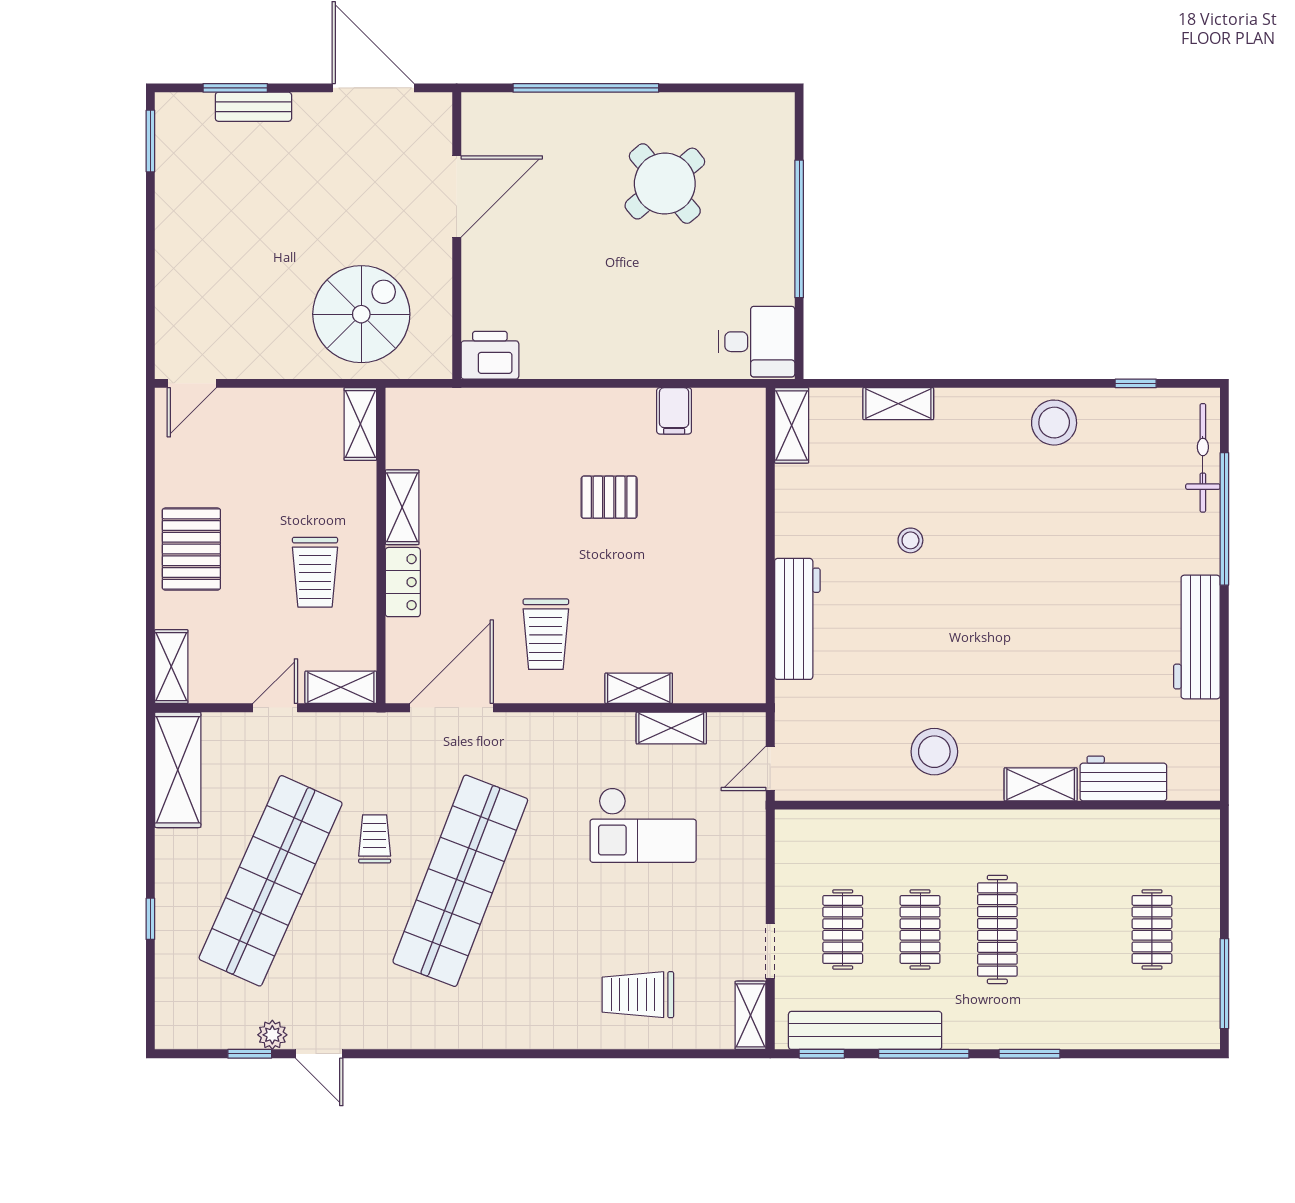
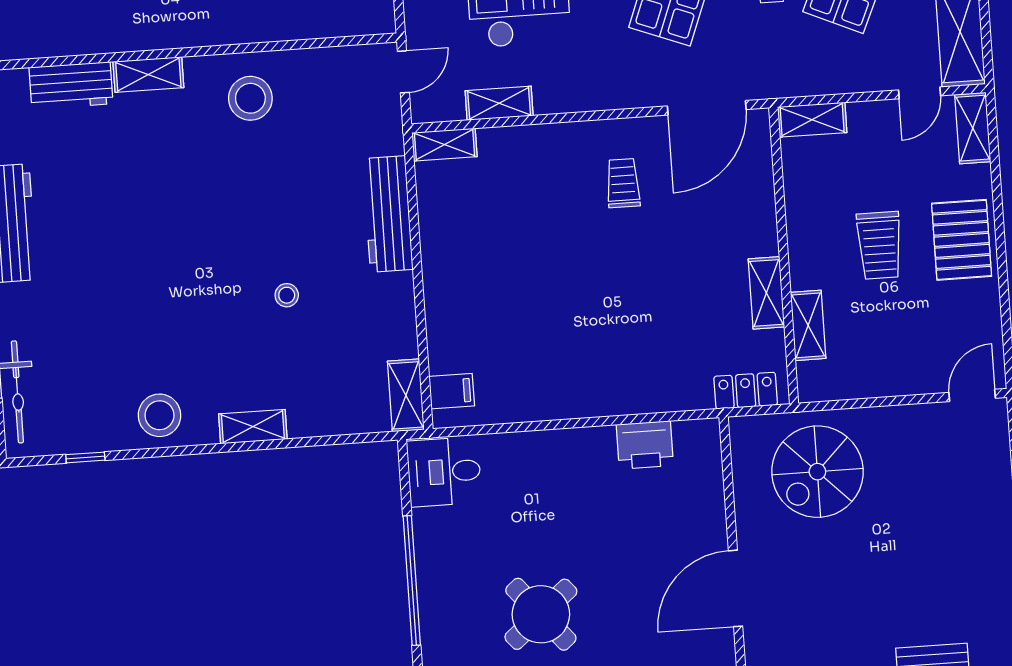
printer: (490, 355) -> (645, 445), moved
shelving: (898, 404) -> (253, 427), moved
filing cabinet: (674, 411) -> (452, 391), moved, turned 90
shelving: (360, 424) -> (808, 325), moved
pallet: (609, 497) -> (573, 316), removed
trolley: (315, 572) -> (879, 245), moved, turned 180
locker: (403, 582) -> (746, 391), moved, turned 90
trolley: (546, 634) -> (623, 183), width x0.73, depth x0.72
shelving: (639, 688) -> (444, 145), moved
door: (275, 708) -> (920, 93), moved

